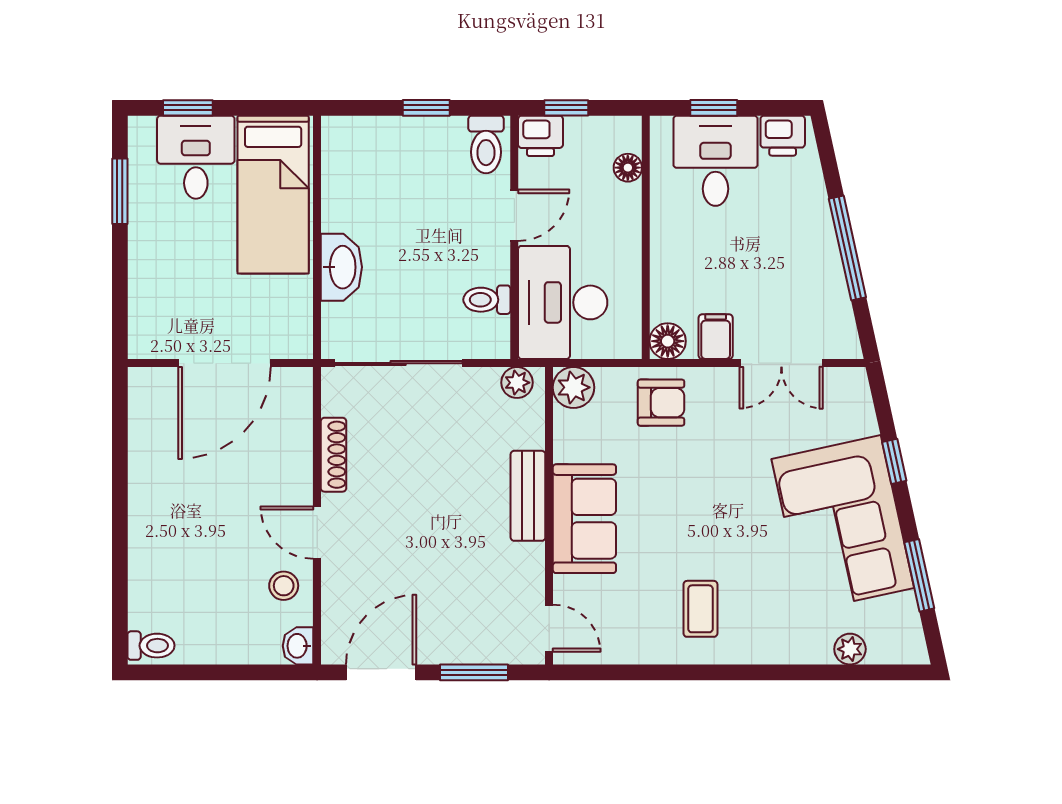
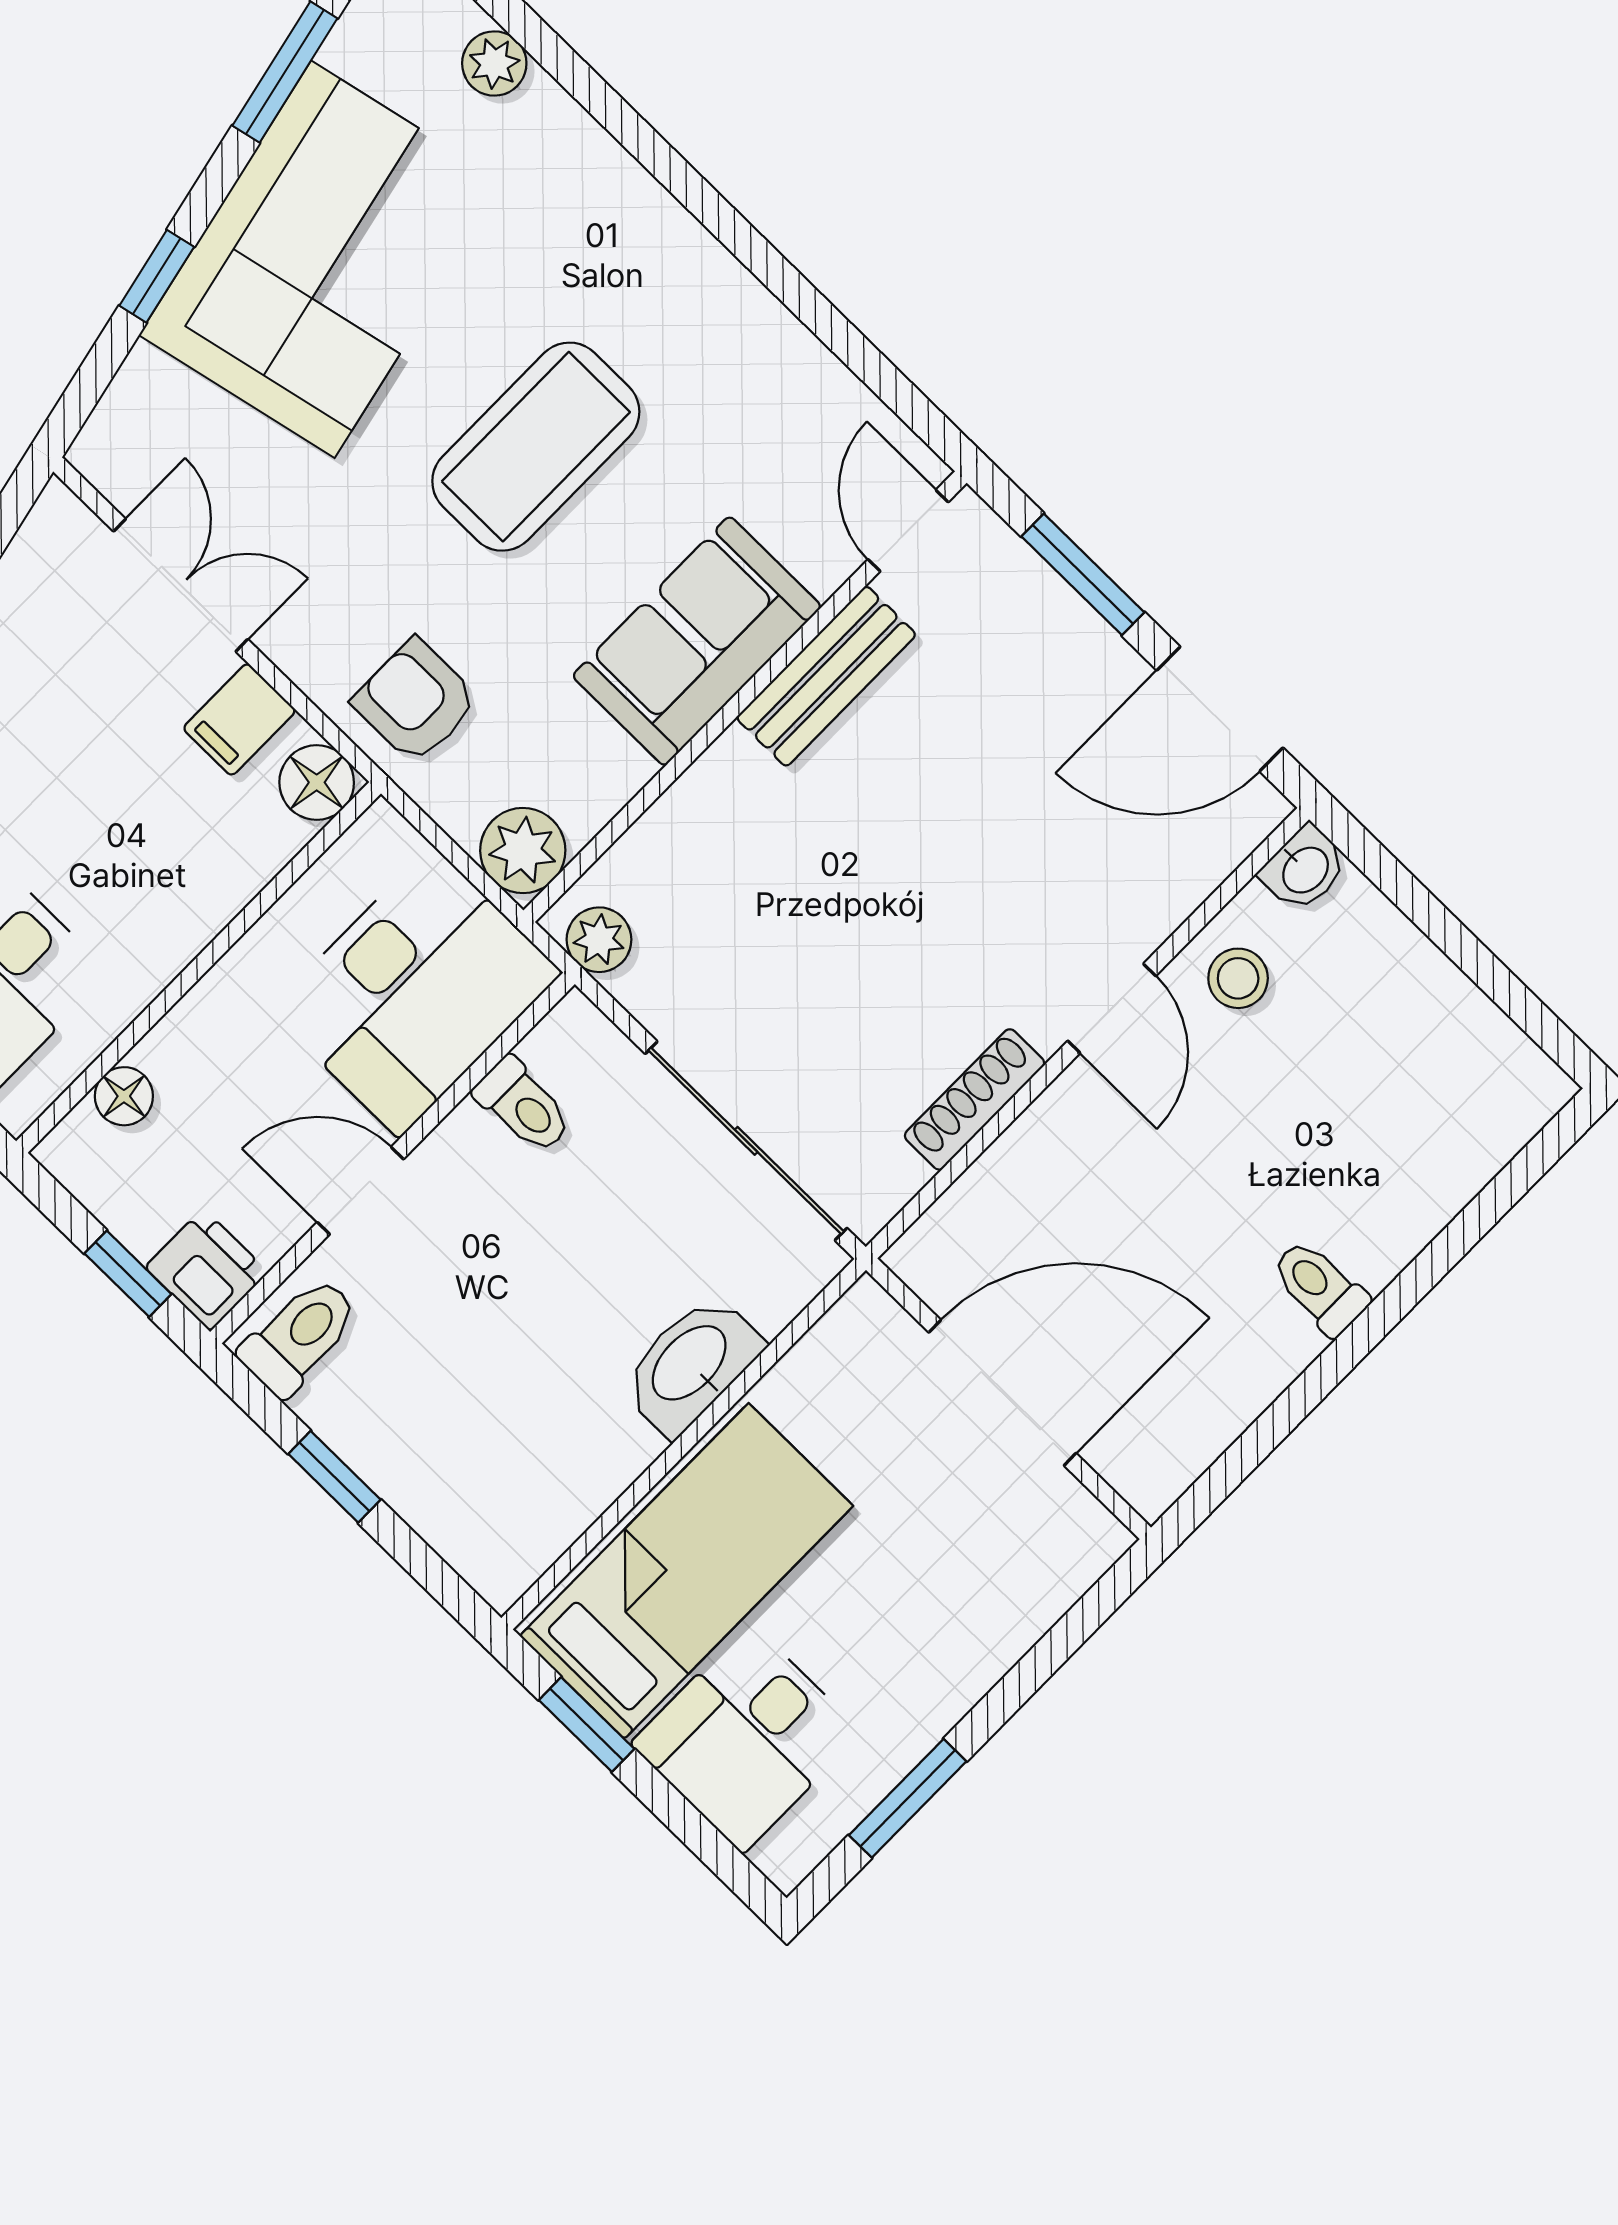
window: (188, 108) -> (587, 1724), moved
bench: (528, 496) -> (826, 676), moved
coffee table: (700, 609) -> (536, 447), moved, width x1.86, depth x1.72
toilet: (151, 646) -> (1320, 1287), moved

